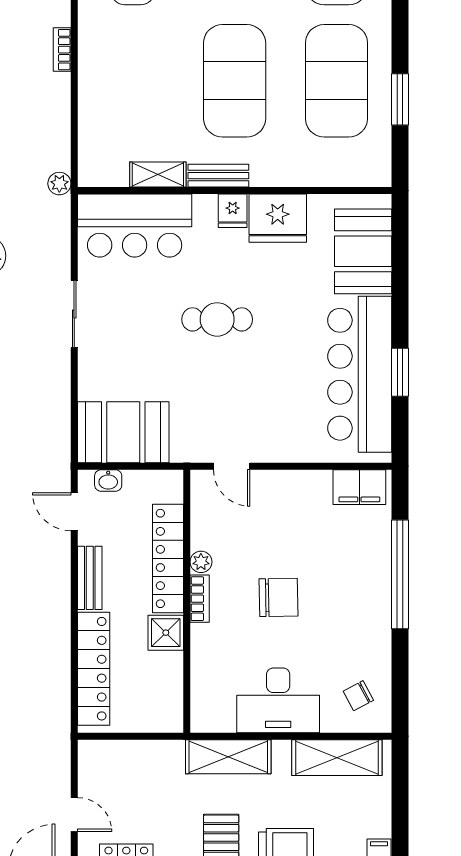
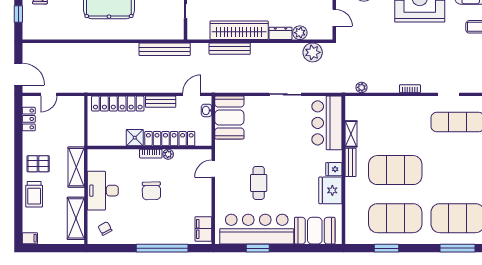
plant: (59, 184) -> (361, 87), moved
cafe table: (217, 319) -> (259, 183), moved

